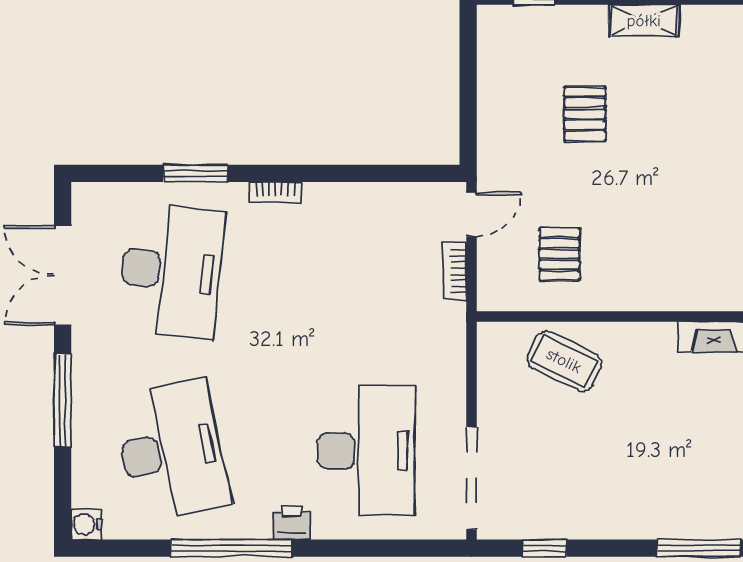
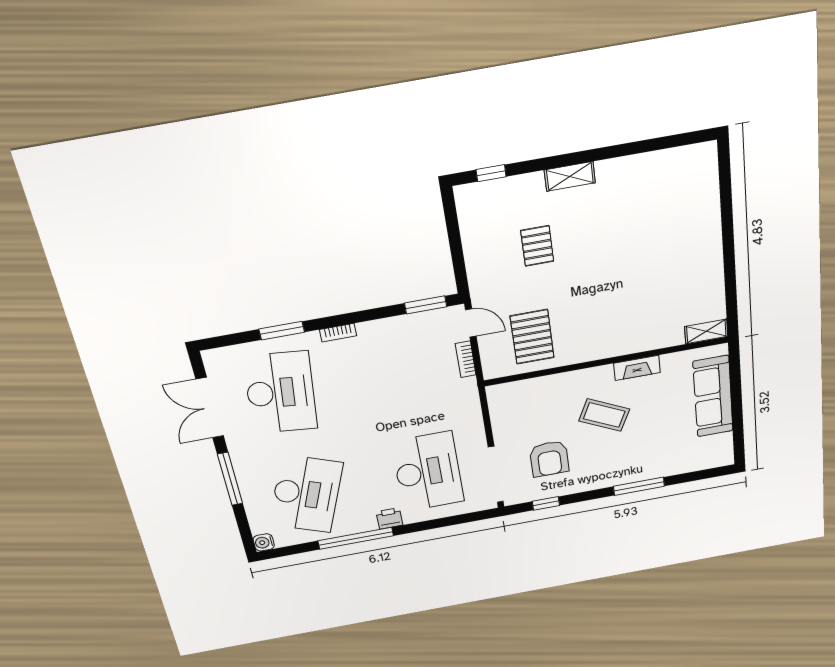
window: (410, 173) -> (426, 305), added
door: (472, 214) -> (471, 323), hinge flipped
pallet: (559, 254) -> (532, 337), width x1.50, depth x1.42
coffee table: (564, 361) -> (604, 415), moved
desk: (171, 451) -> (306, 494), turned 33
armchair: (560, 467) -> (549, 459), added

